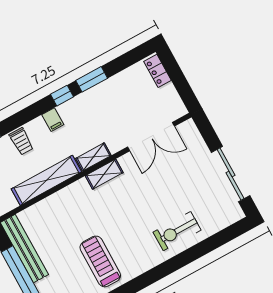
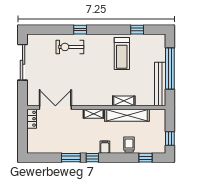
locker: (157, 71) -> (32, 119), moved
shelving: (104, 174) -> (124, 101), moved
exercise bike: (177, 231) -> (70, 47), turned 180
window: (176, 263) -> (80, 30), added

